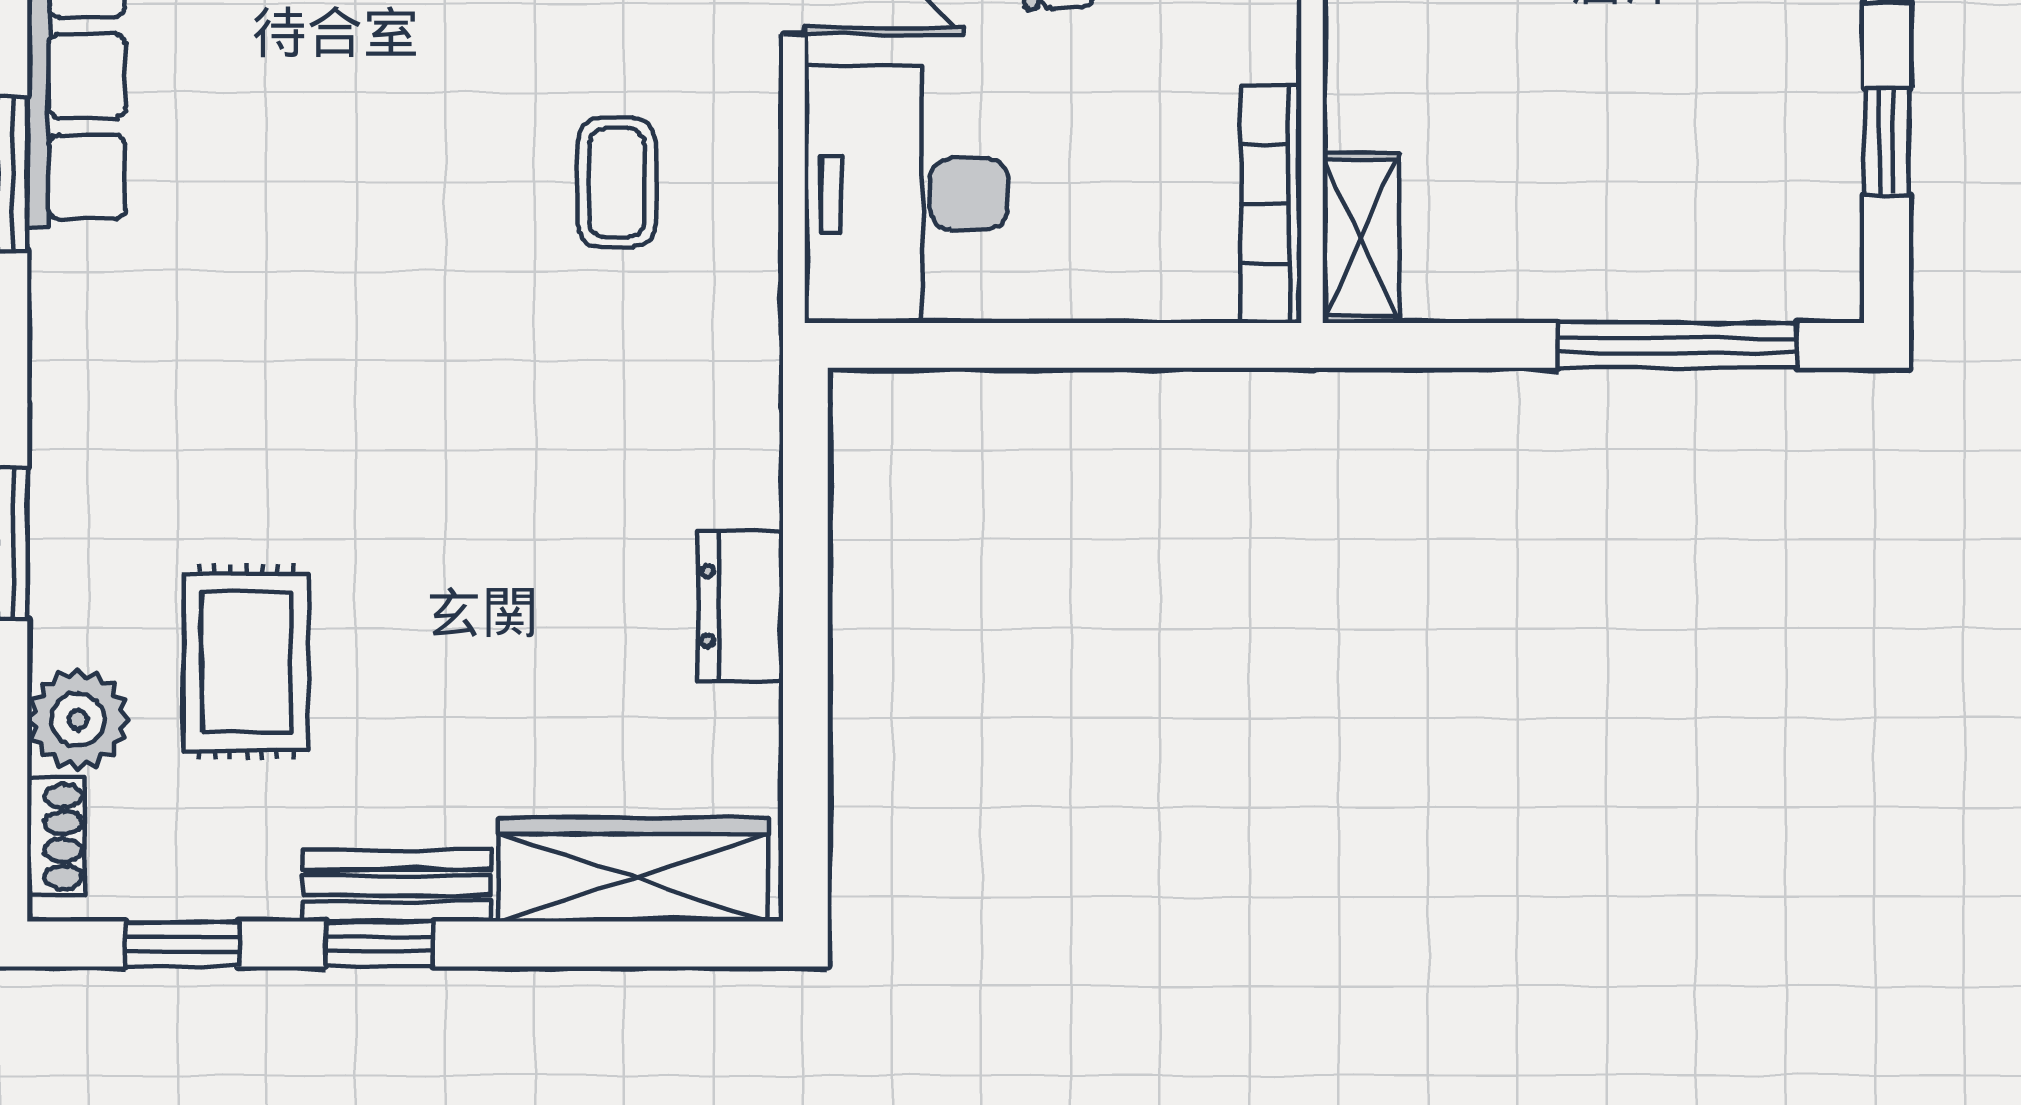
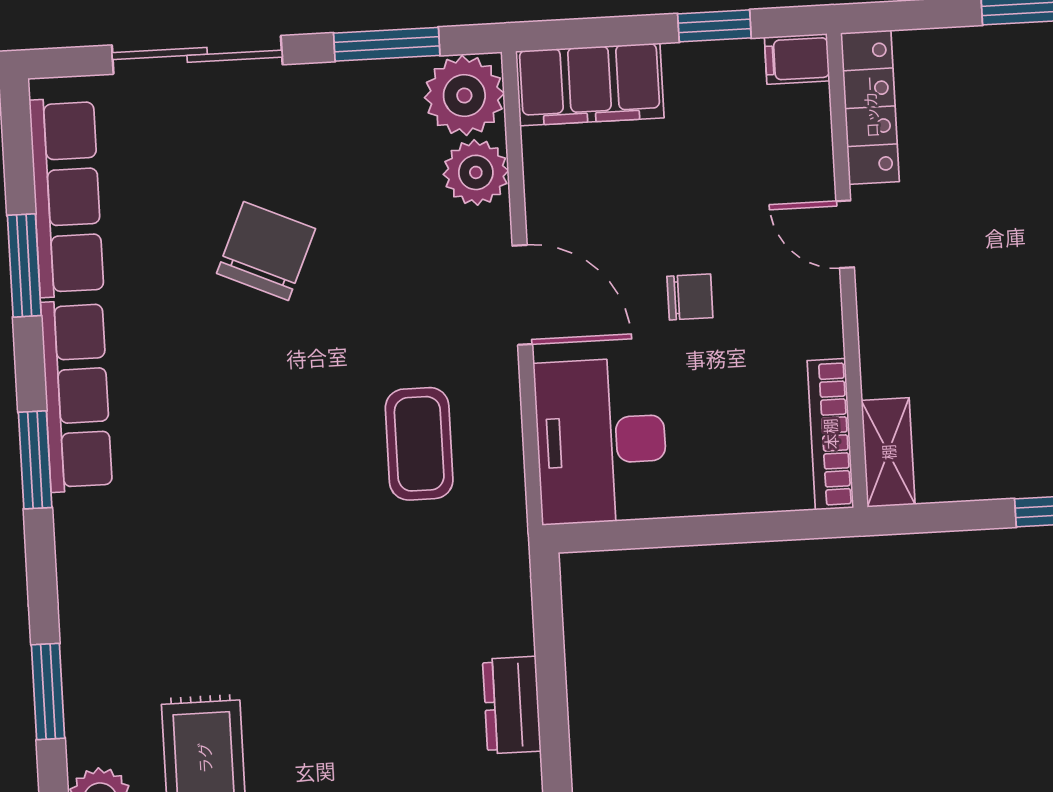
coffee table: (617, 183) -> (419, 444), width x1.36, depth x1.30

